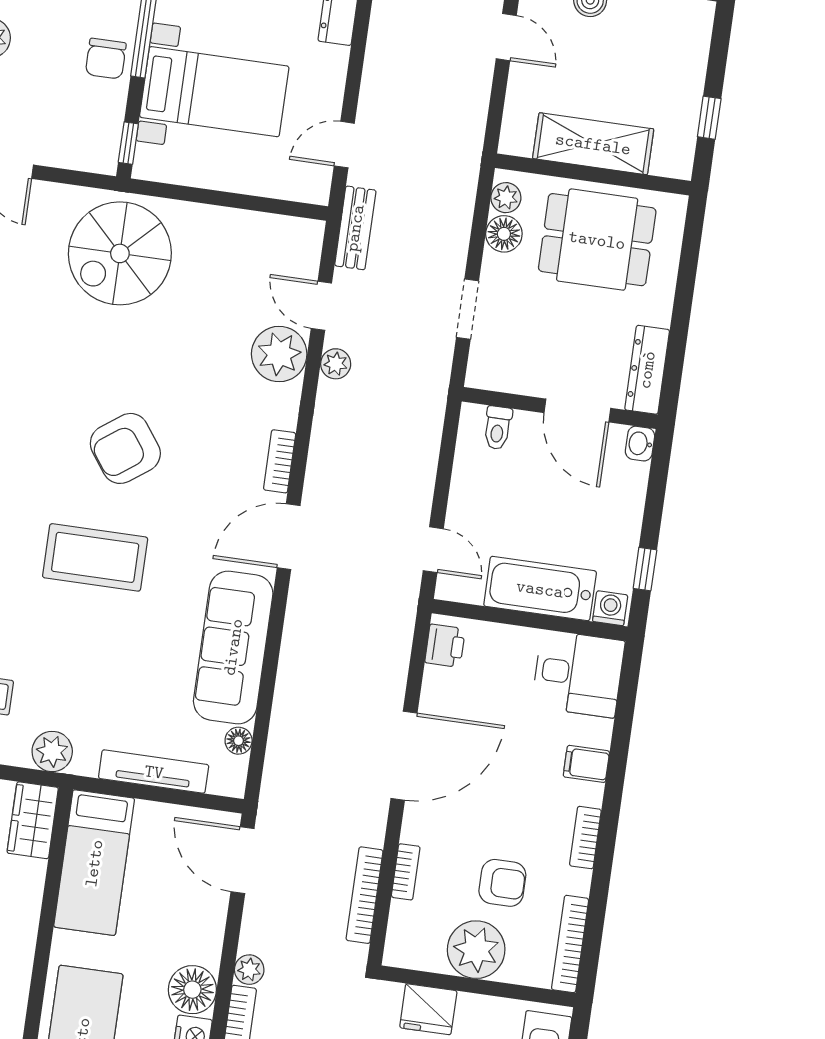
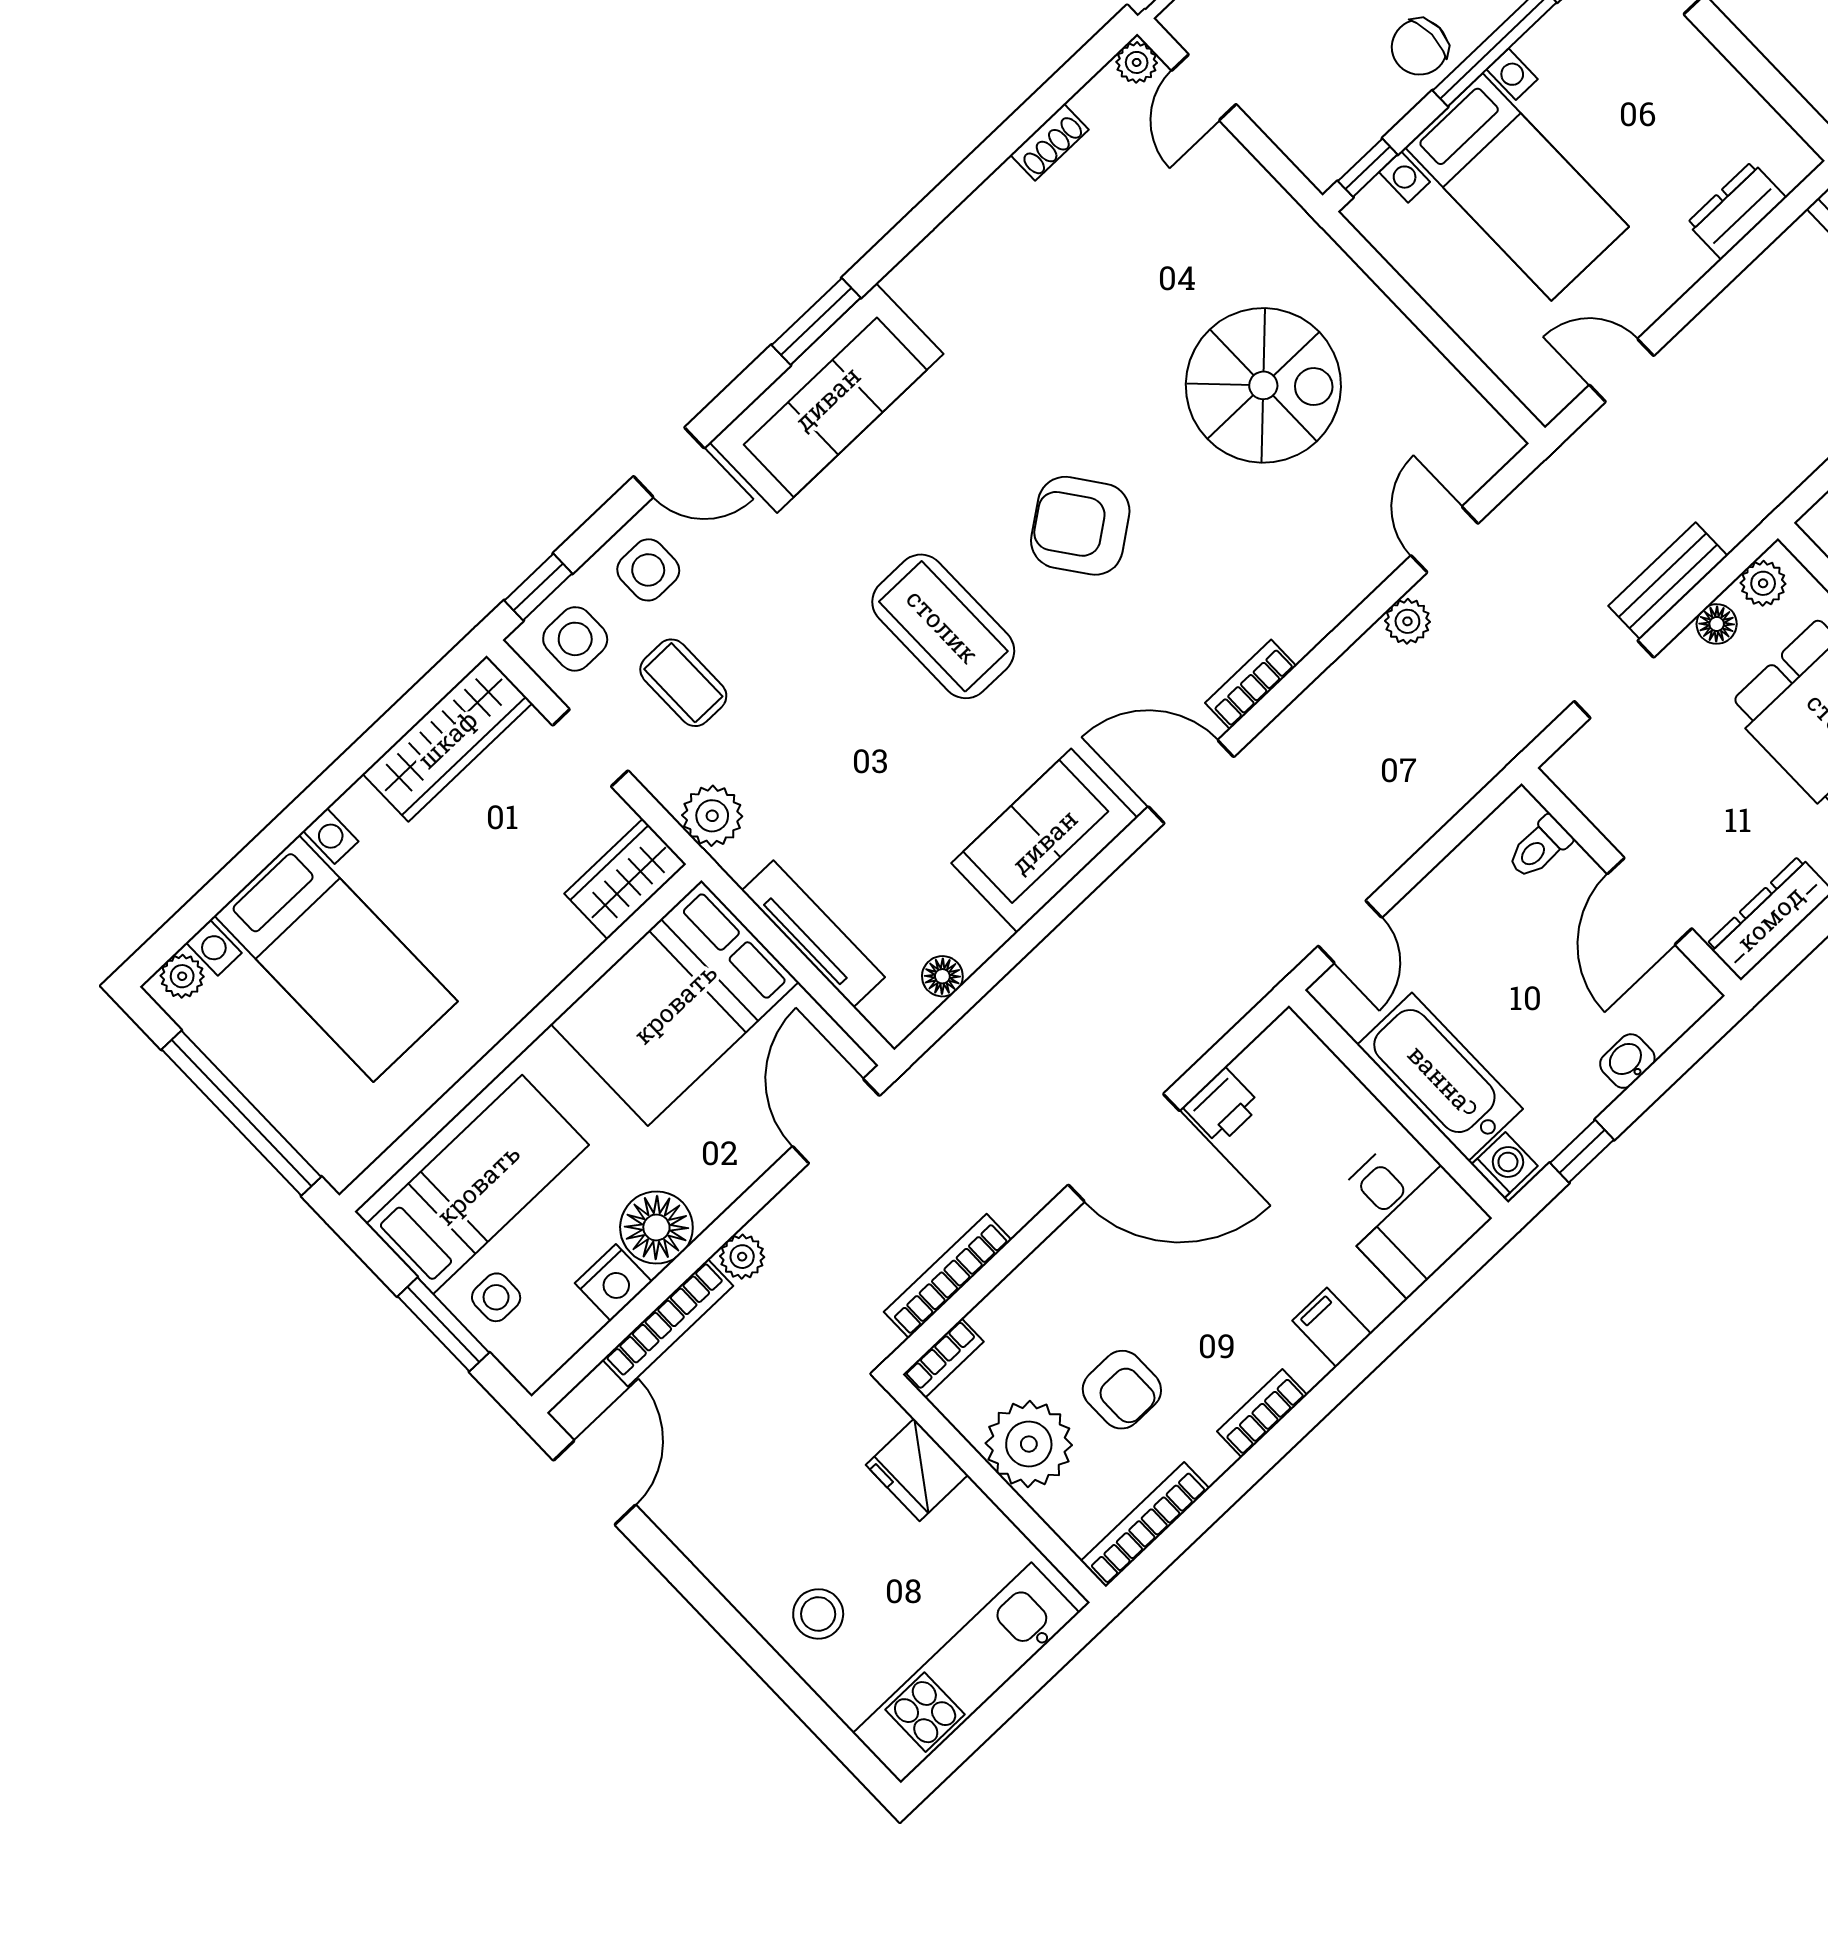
bench: (355, 228) -> (1668, 581), moved
floor lamp: (504, 234) -> (1717, 624), width x0.73, depth x0.73
spiral stairs: (120, 253) -> (1263, 385), moved, turned 180
plant: (279, 354) -> (1350, 557), removed
washbasin: (640, 444) -> (1627, 1061), moved
printer: (445, 646) -> (1222, 1106), moved
sofa: (233, 647) -> (1044, 841), width x0.73
bed: (94, 863) -> (675, 1003), width x1.50
bookcase: (406, 872) -> (943, 1358), moved

